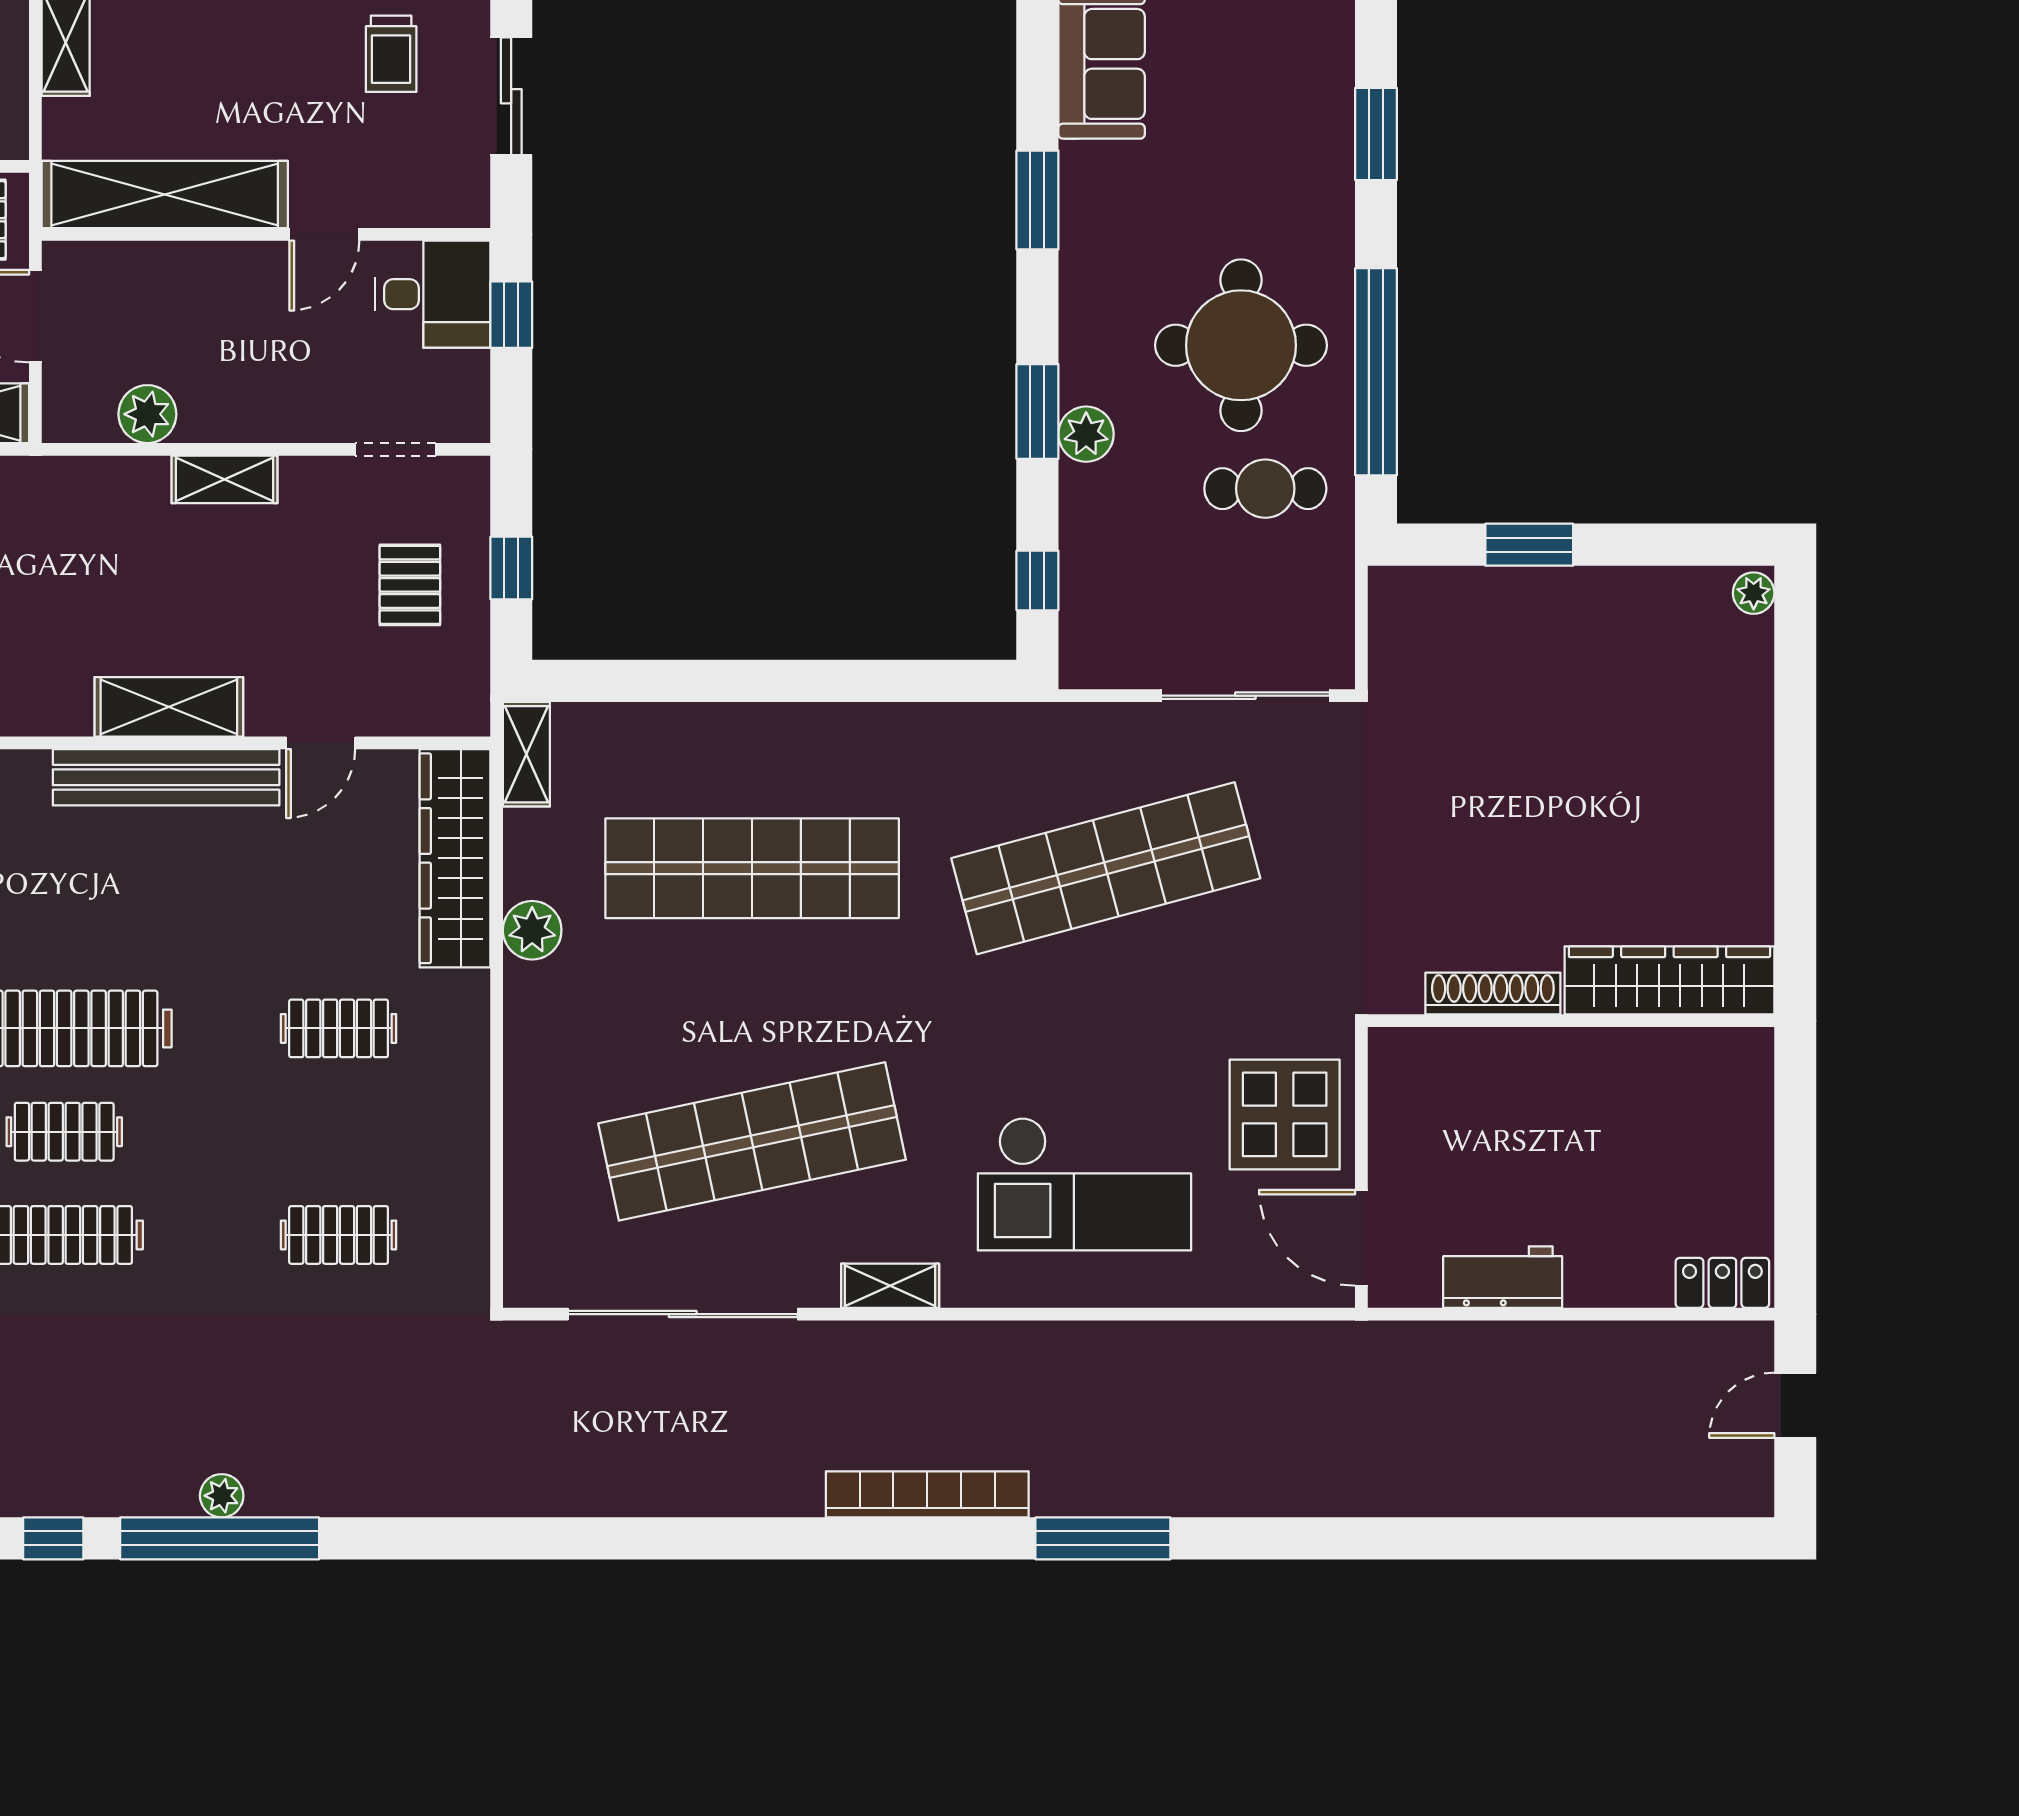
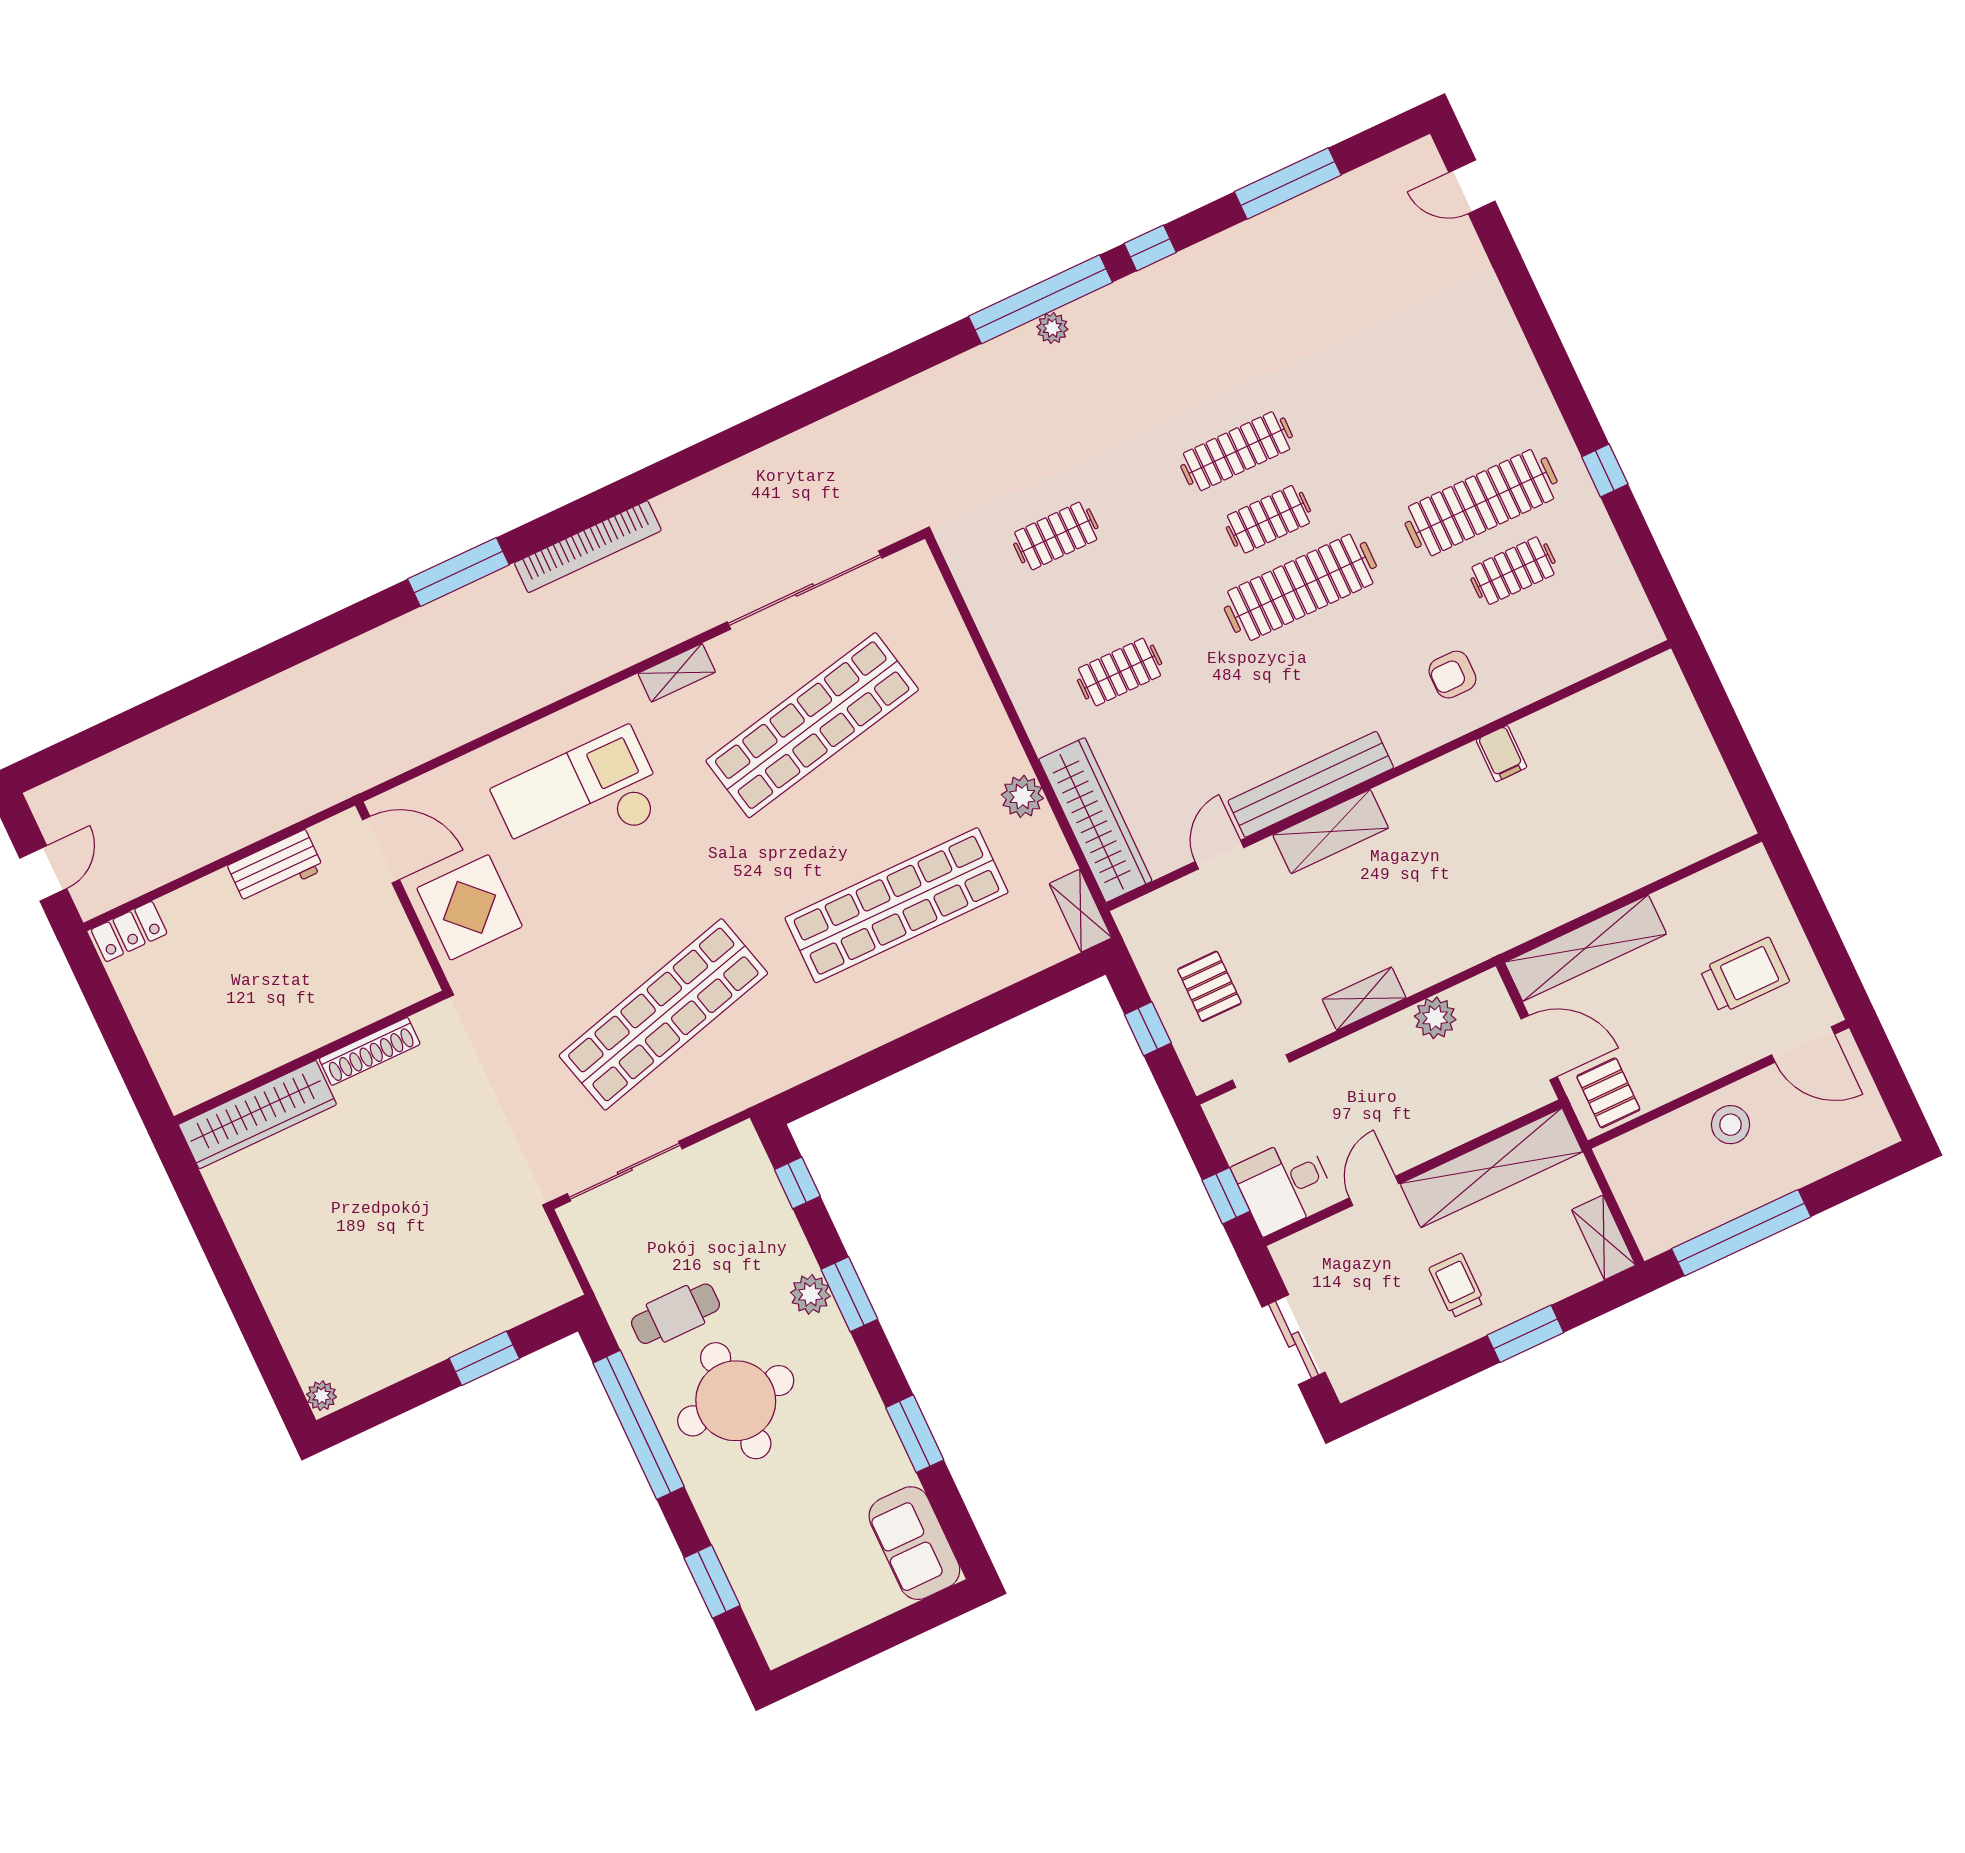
trolley: (391, 54) -> (1457, 1286), moved

